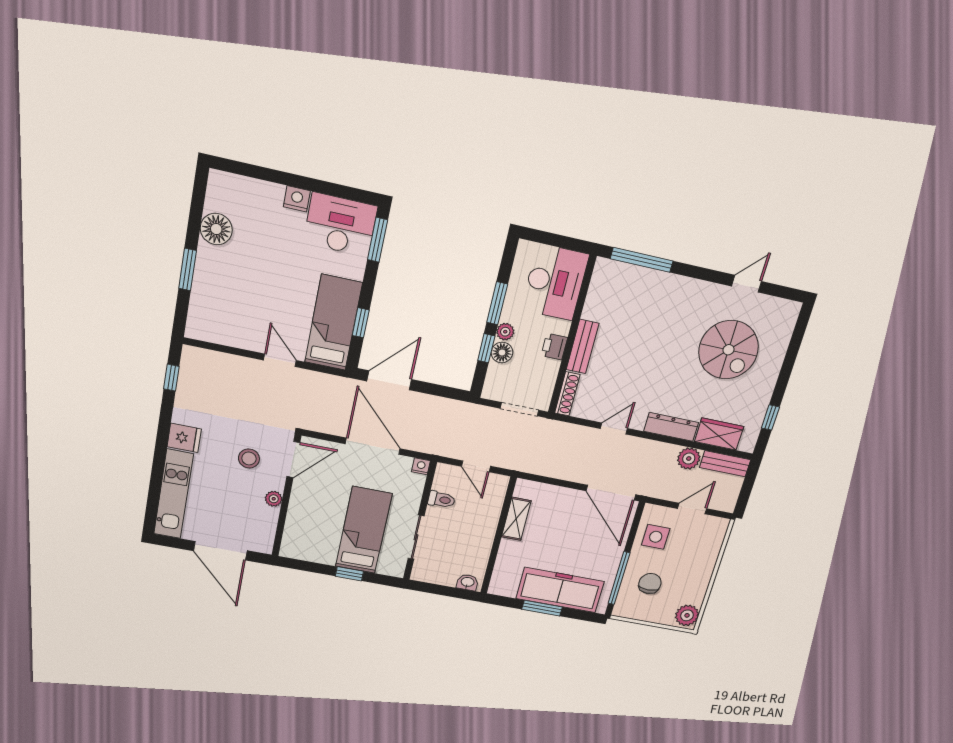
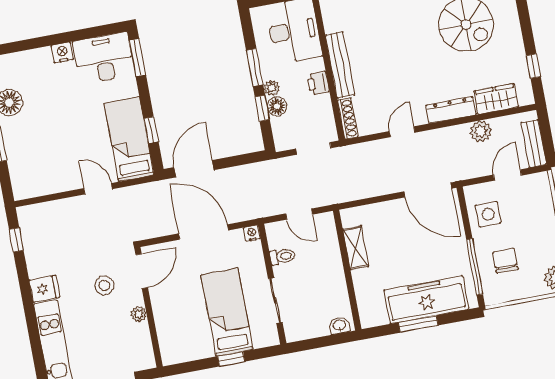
bench: (583, 347) -> (340, 65), width x1.36
bench: (725, 464) -> (534, 144), moved, turned 90

